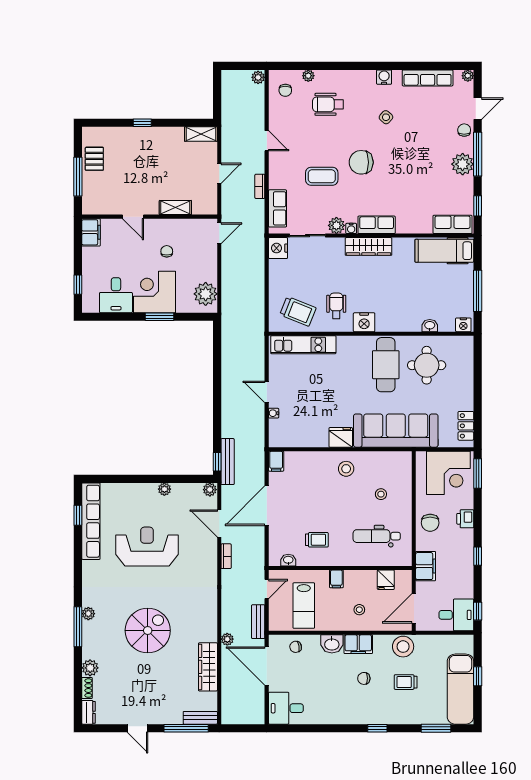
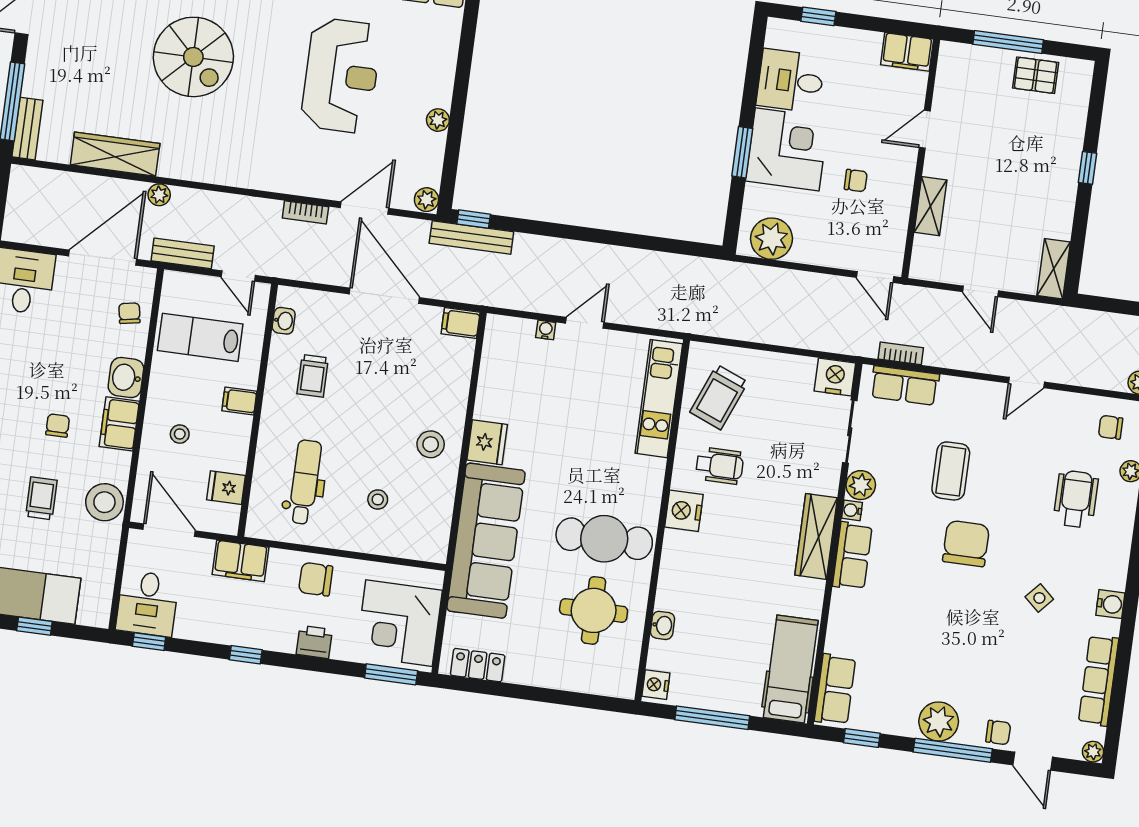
bookcase: (260, 186) -> (901, 353), moved

